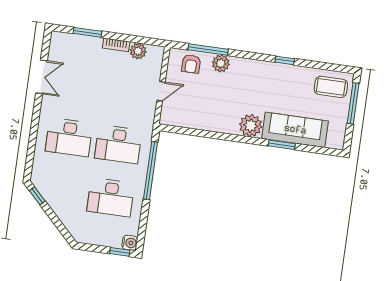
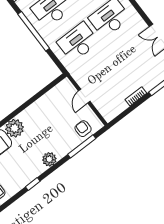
plant: (138, 51) -> (120, 106), removed
plant: (221, 63) -> (49, 159), moved
window: (151, 171) -> (34, 31), moved

